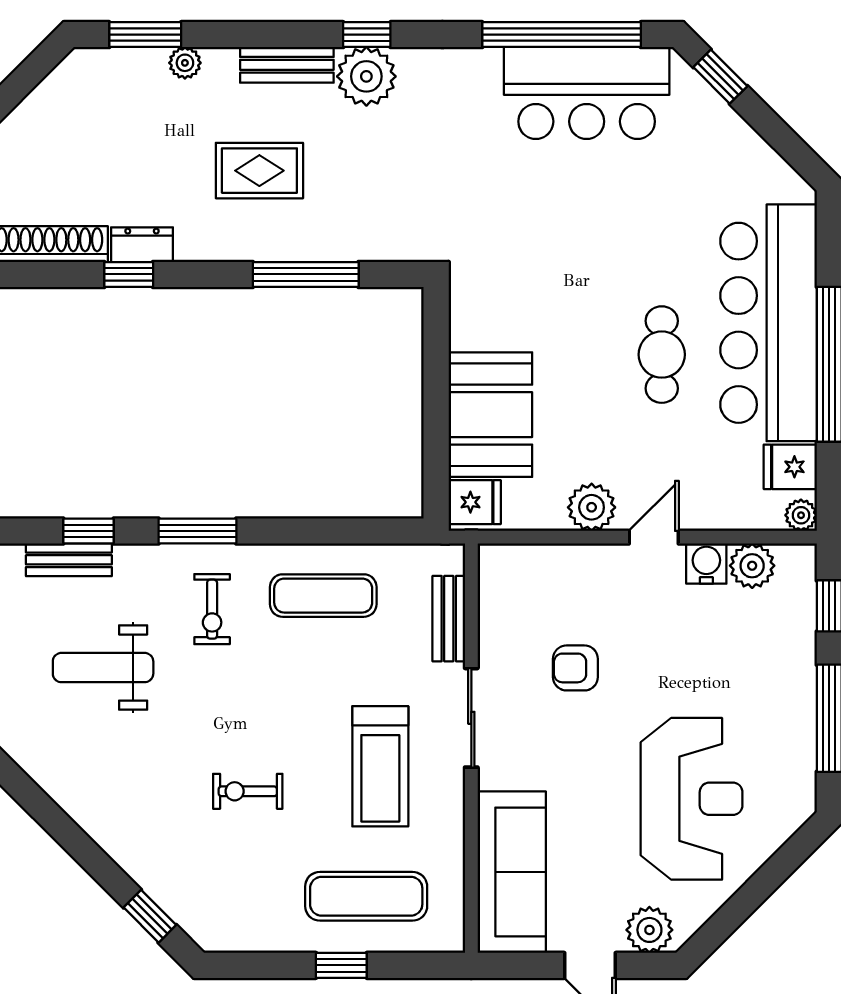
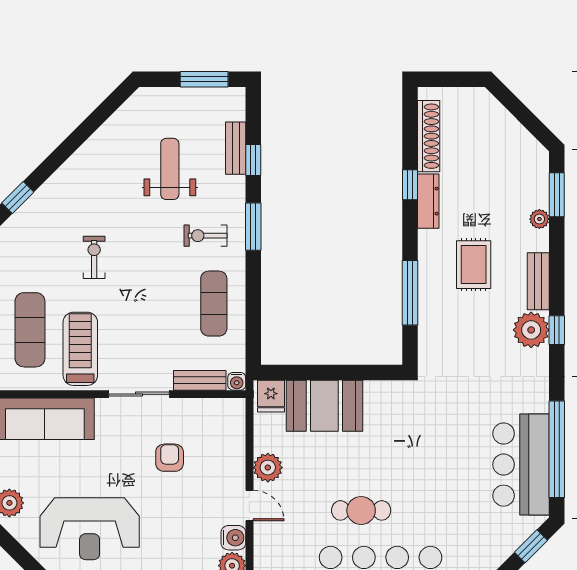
dresser: (142, 245) -> (428, 201), width x1.44
water cooler: (450, 558) -> (237, 381), added
treadmill: (380, 766) -> (80, 349), moved, turned 90

